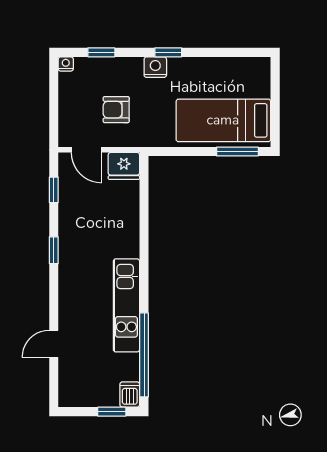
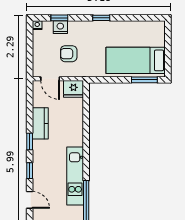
nightstand: (155, 67) -> (60, 27), moved
window: (54, 190) -> (30, 171), moved
kitchen counter: (71, 221) -> (40, 123), added
door: (54, 344) -> (30, 200), swing flipped

